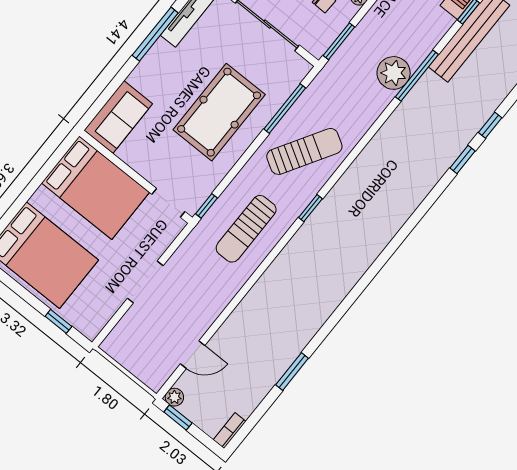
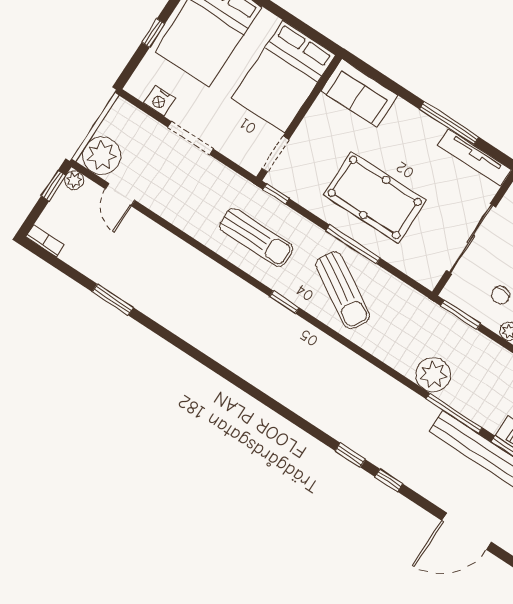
window: (417, 76) -> (454, 413), moved
window: (285, 109) -> (353, 244), moved
sun lounger: (246, 229) -> (256, 237), turned 180
nightstand: (107, 308) -> (160, 100), added
window: (58, 321) -> (153, 33), moved
plant: (154, 369) -> (102, 156), added

